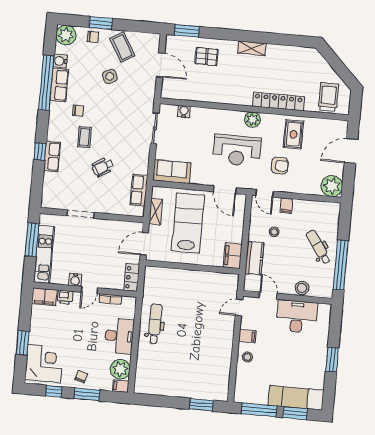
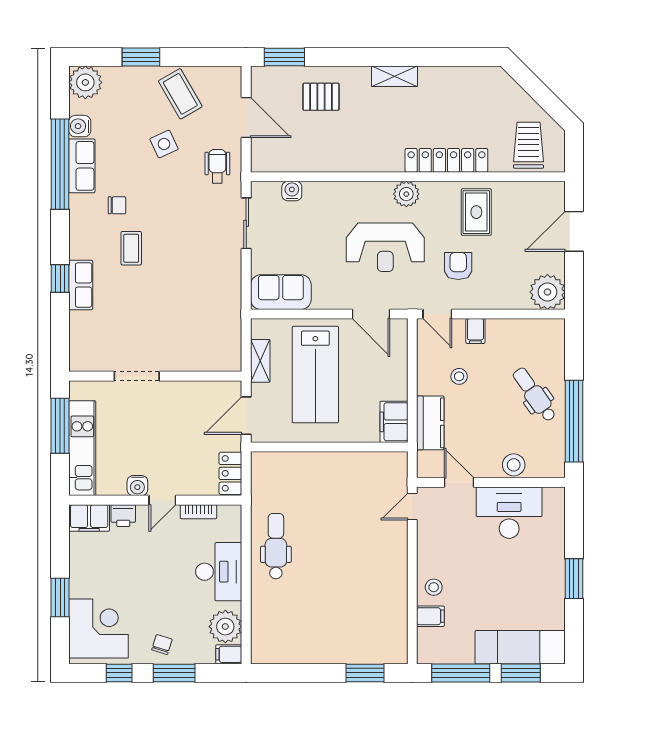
chair: (93, 37) -> (130, 81), removed
armchair: (280, 166) -> (458, 266), turned -90
wheelchair: (103, 167) -> (217, 166), moved, turned 121
row of seats: (139, 190) -> (229, 328), removed
lab bench: (188, 223) -> (315, 375), turned 180
filing cabinet: (247, 336) -> (430, 616), moved

